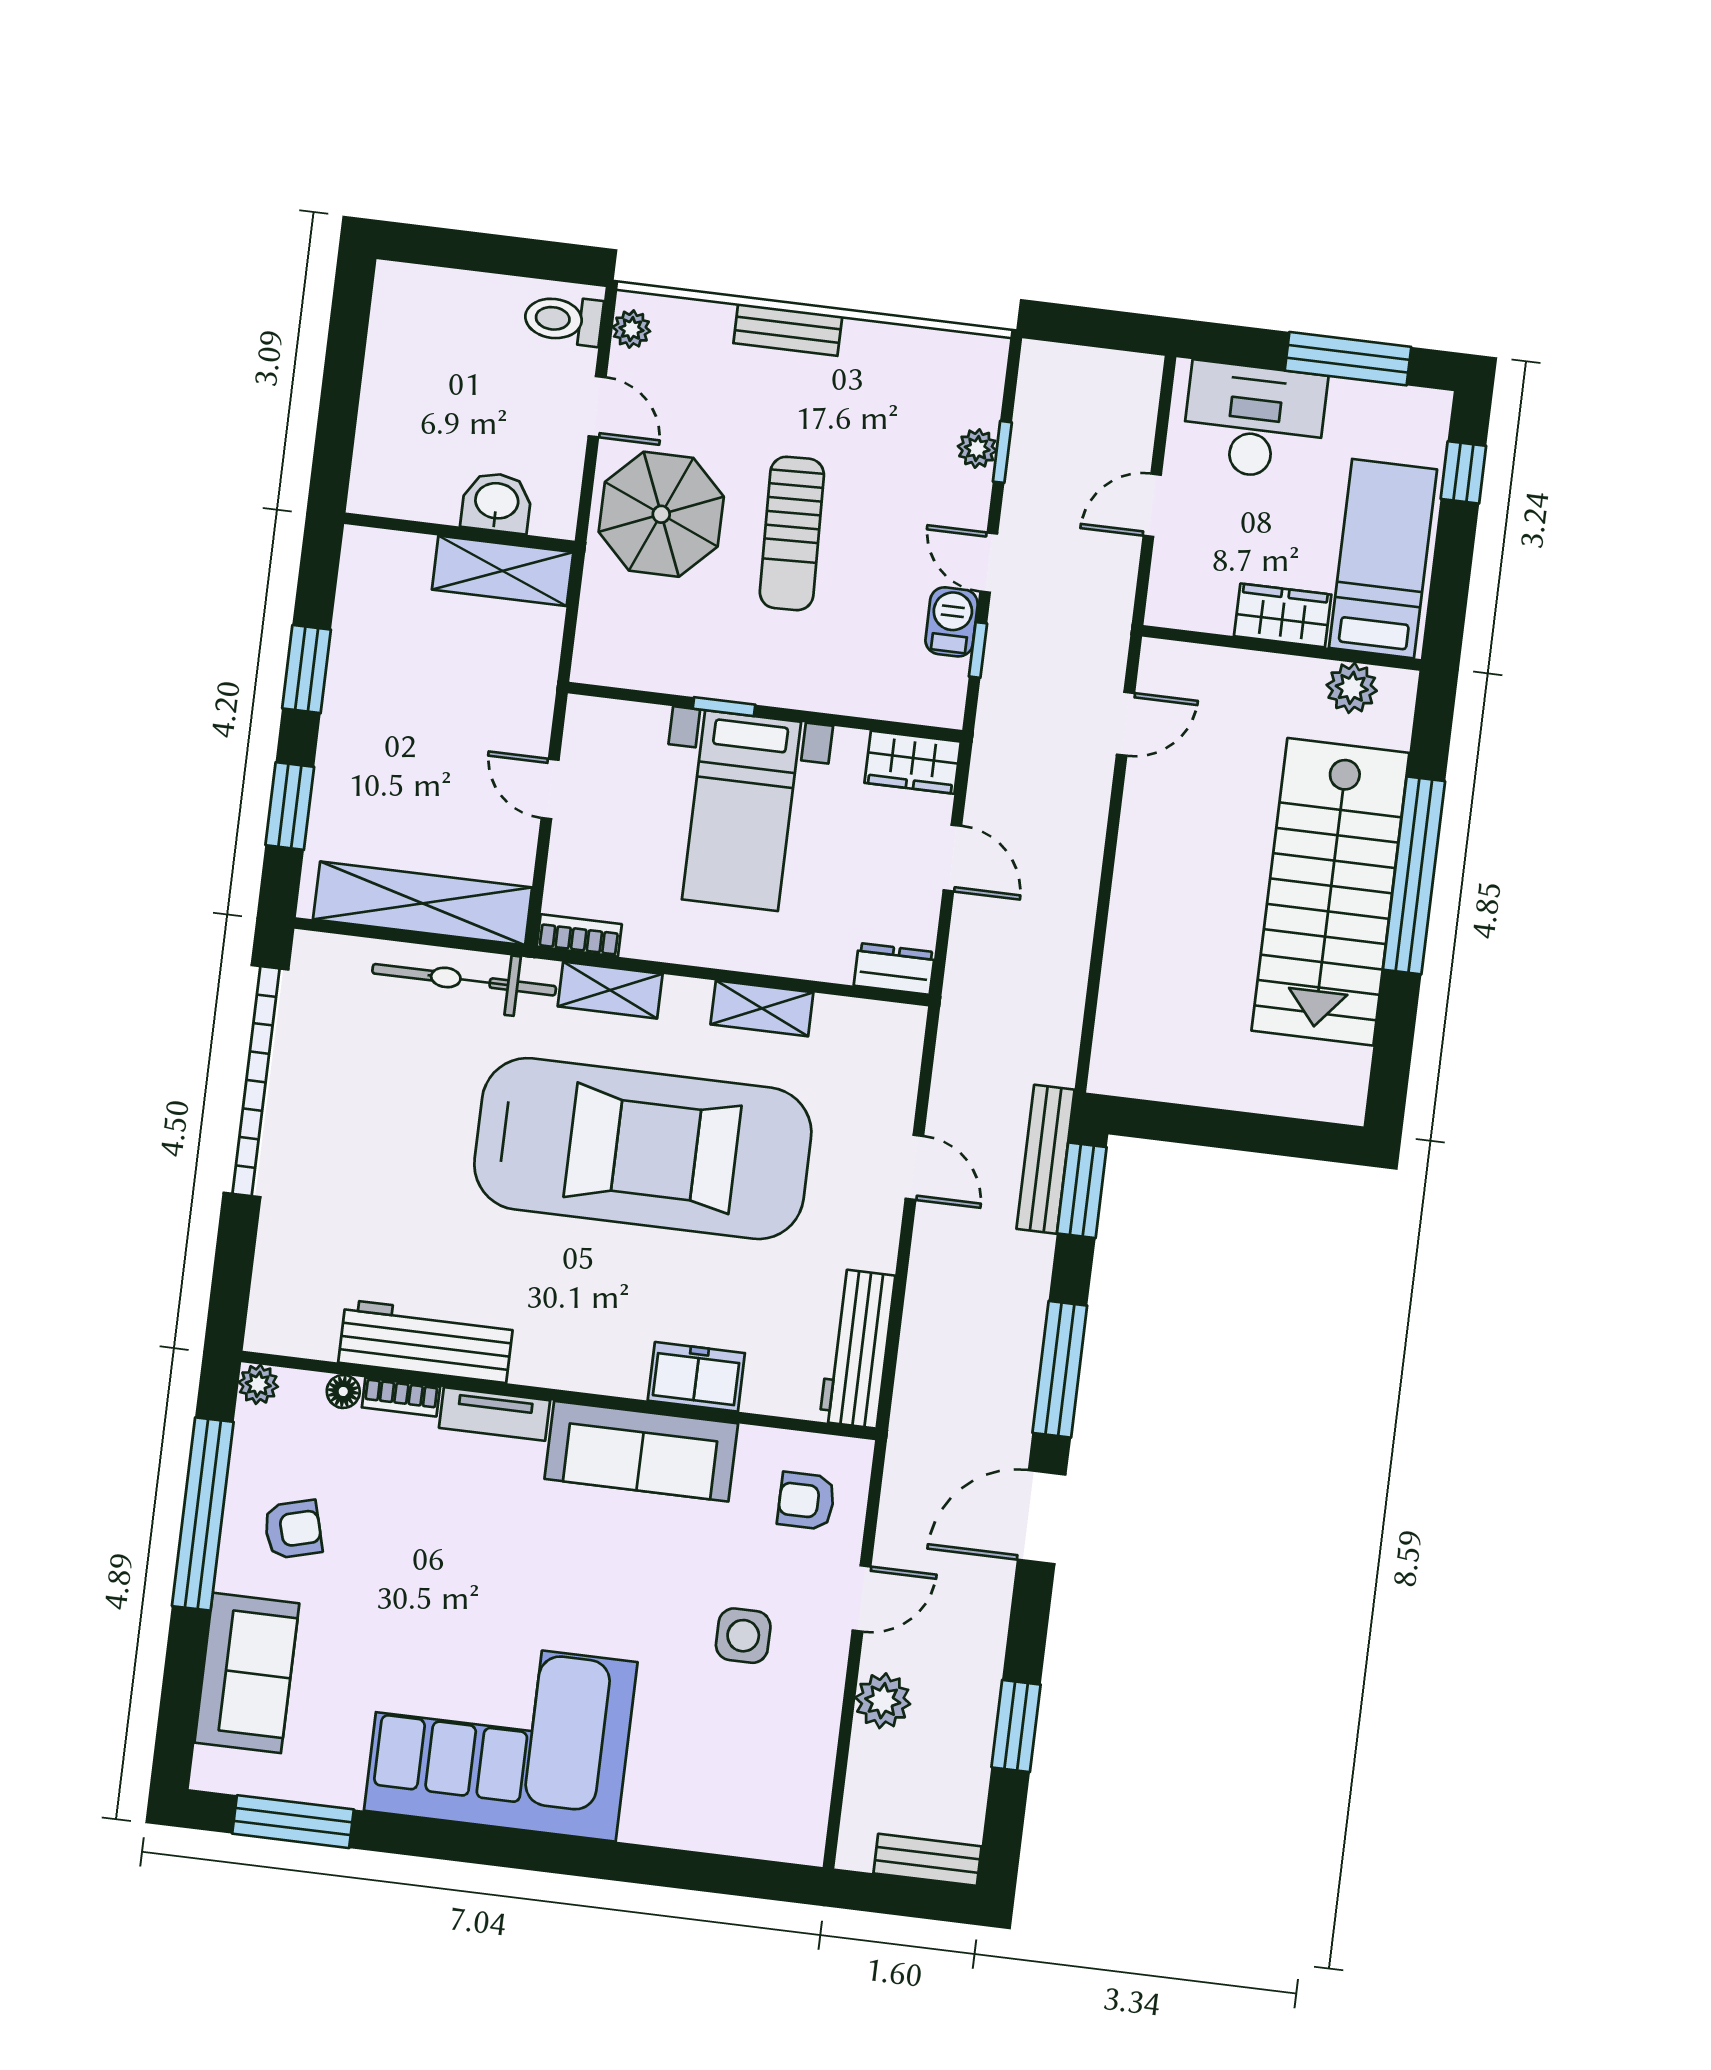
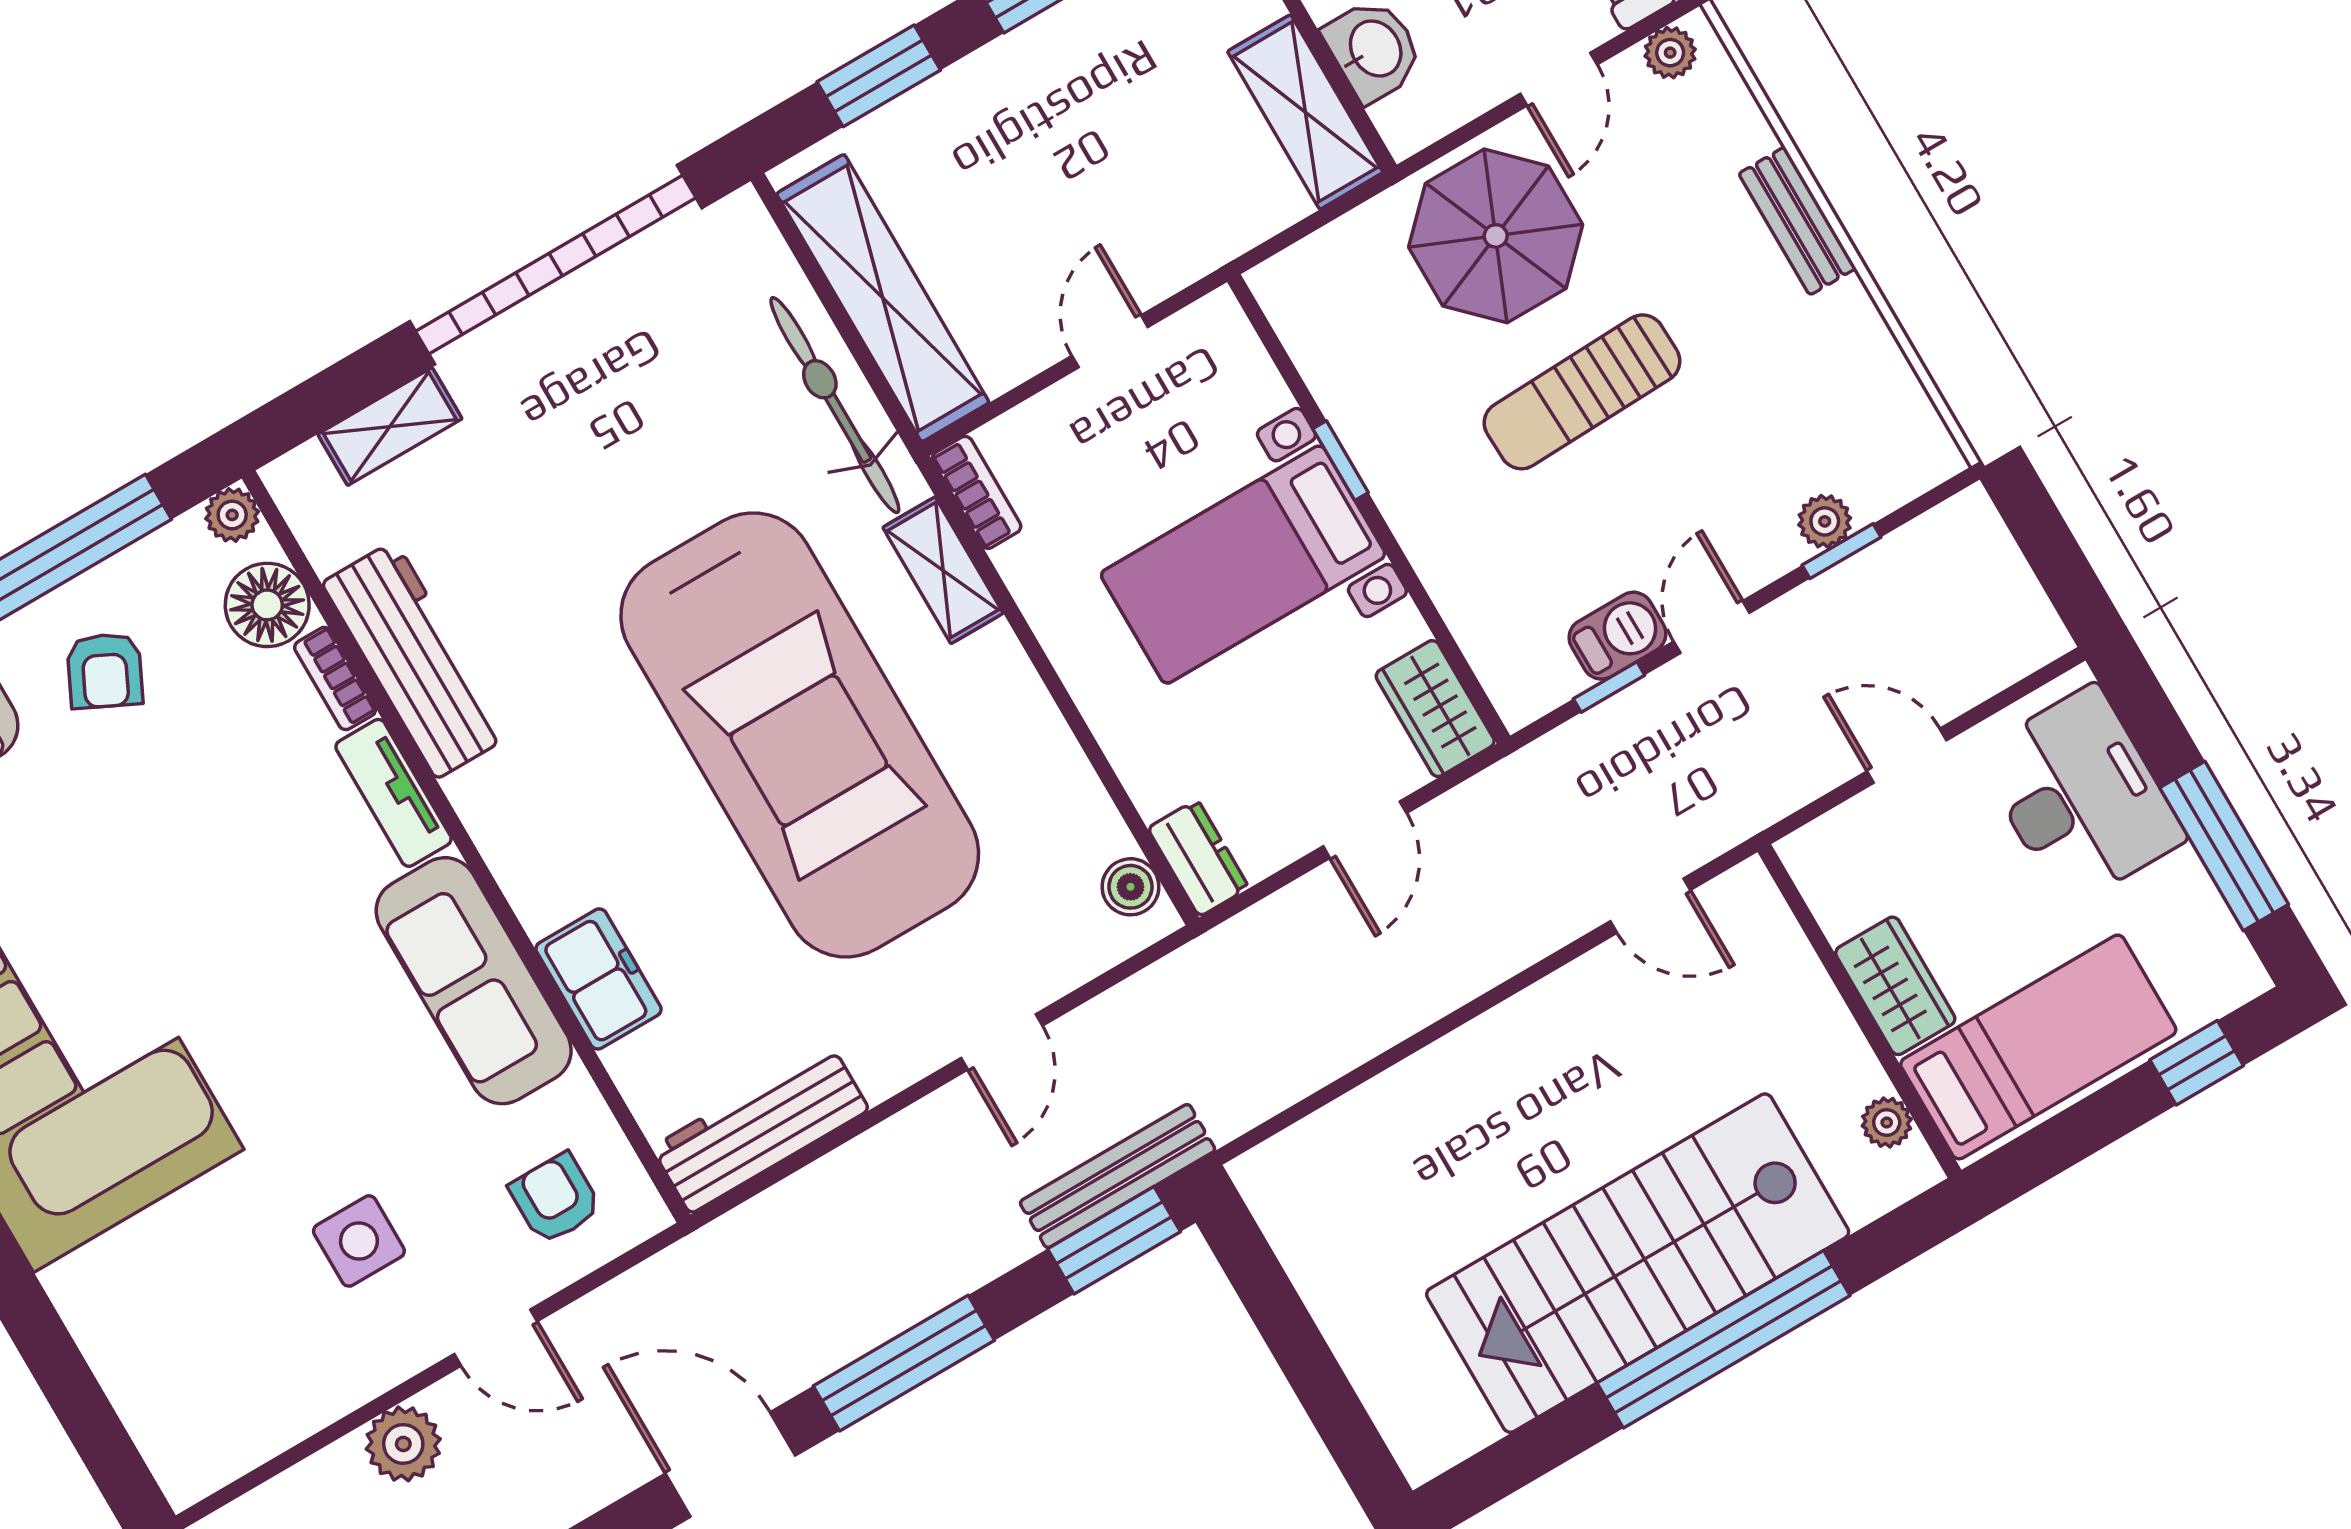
plant: (1352, 688) -> (1887, 1122), width x0.73, depth x0.73
shelving: (762, 1008) -> (390, 426), moved, turned 90
boiler: (881, 1022) -> (1131, 887), added
floor lamp: (343, 1391) -> (267, 605), width x1.89, depth x1.89
armchair: (293, 1529) -> (105, 671), turned 41

